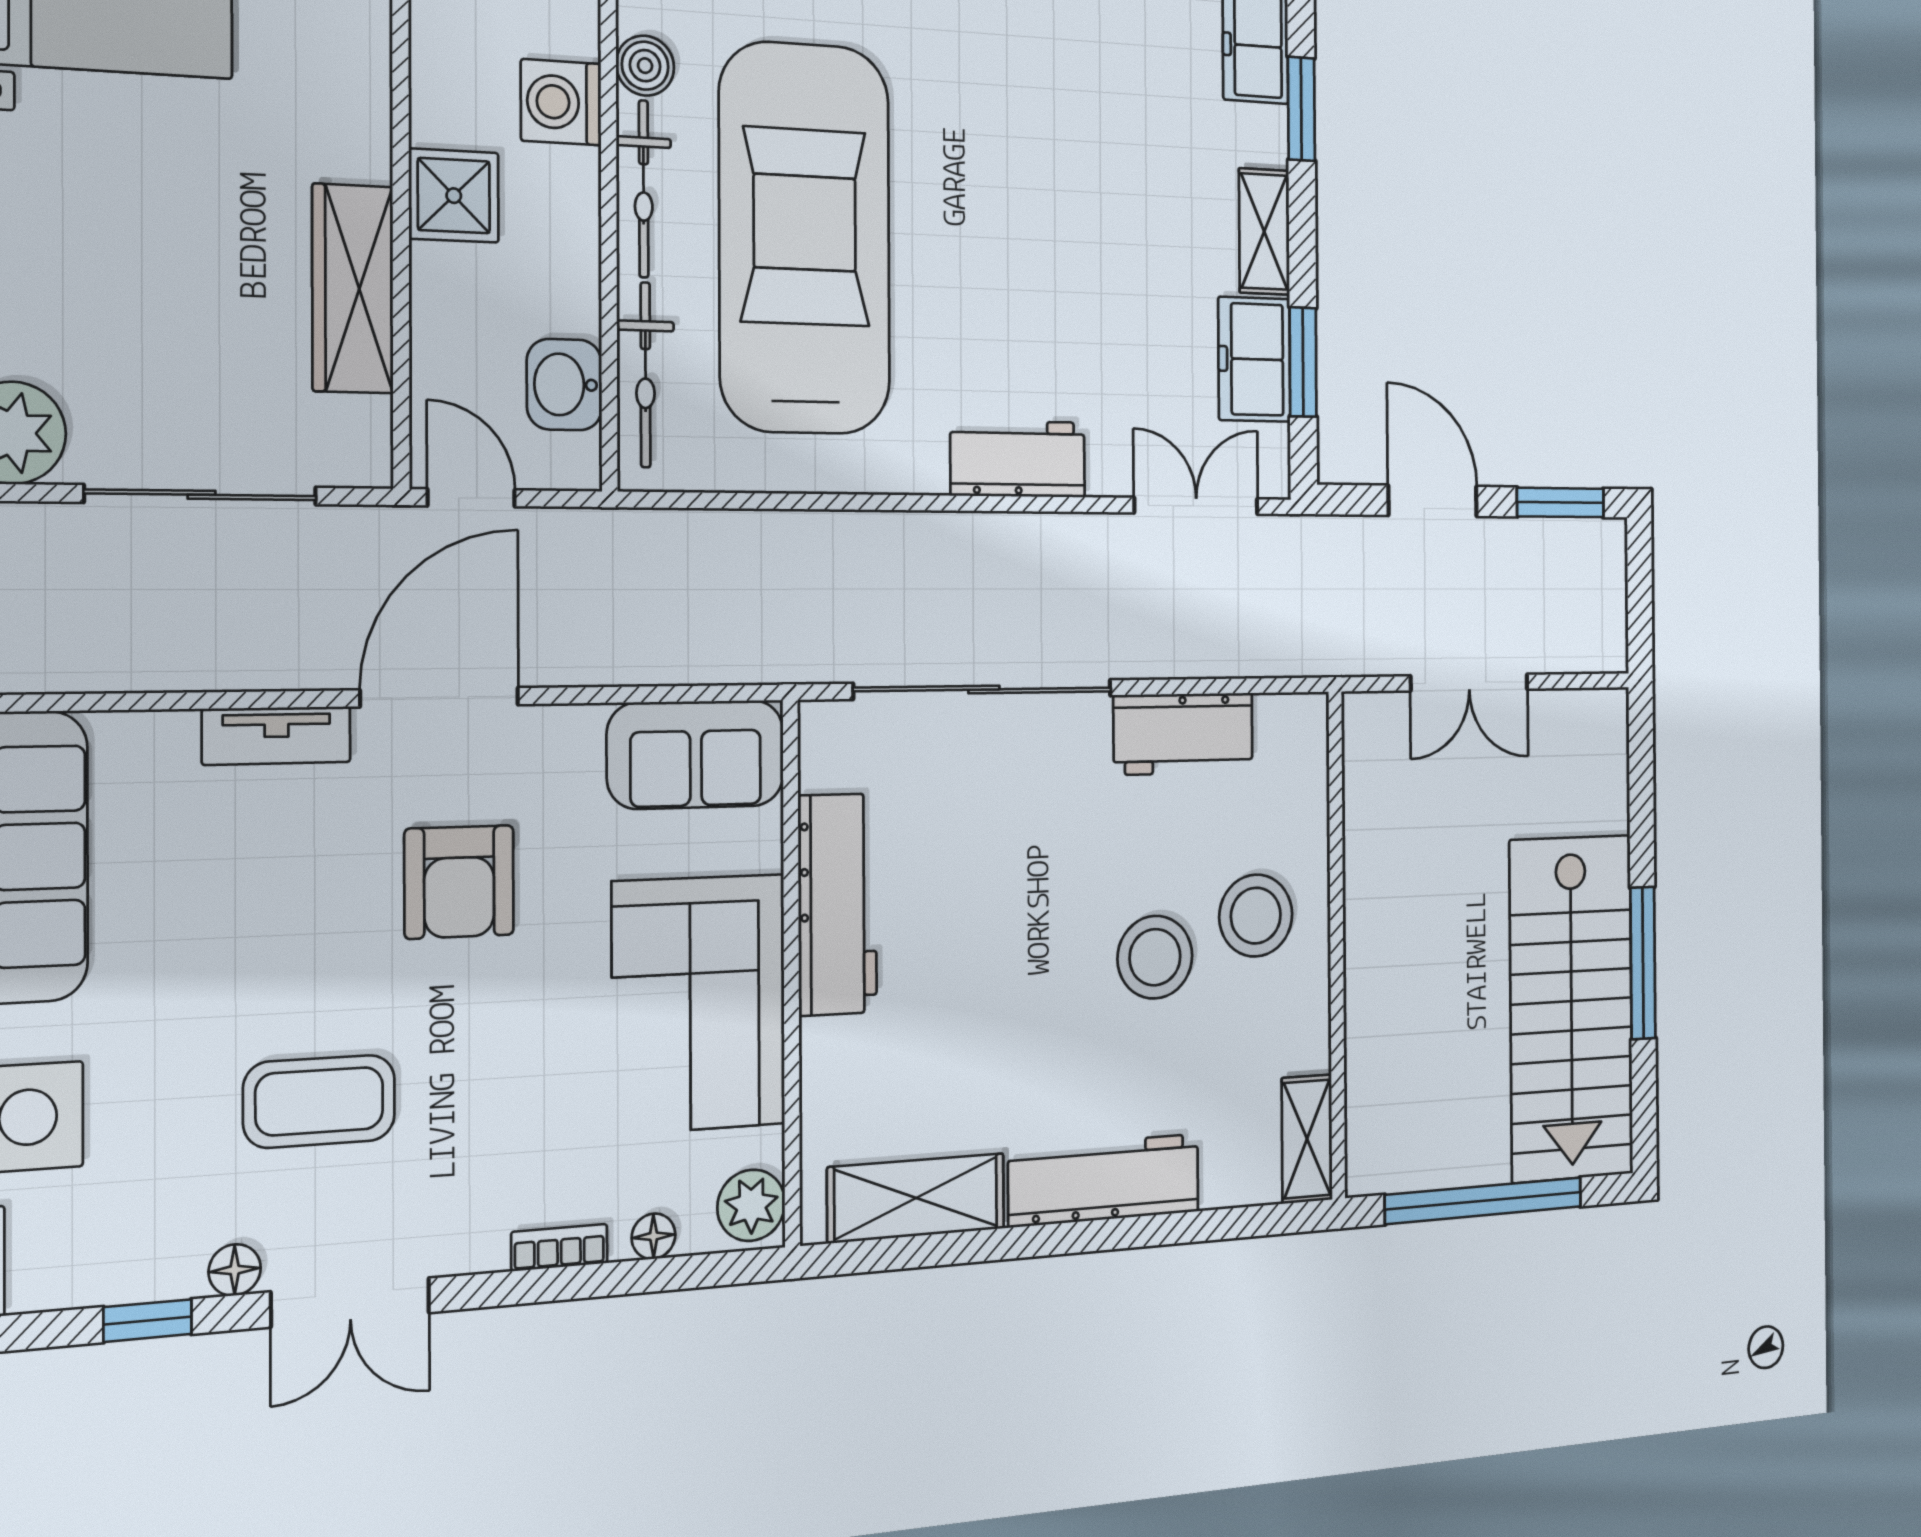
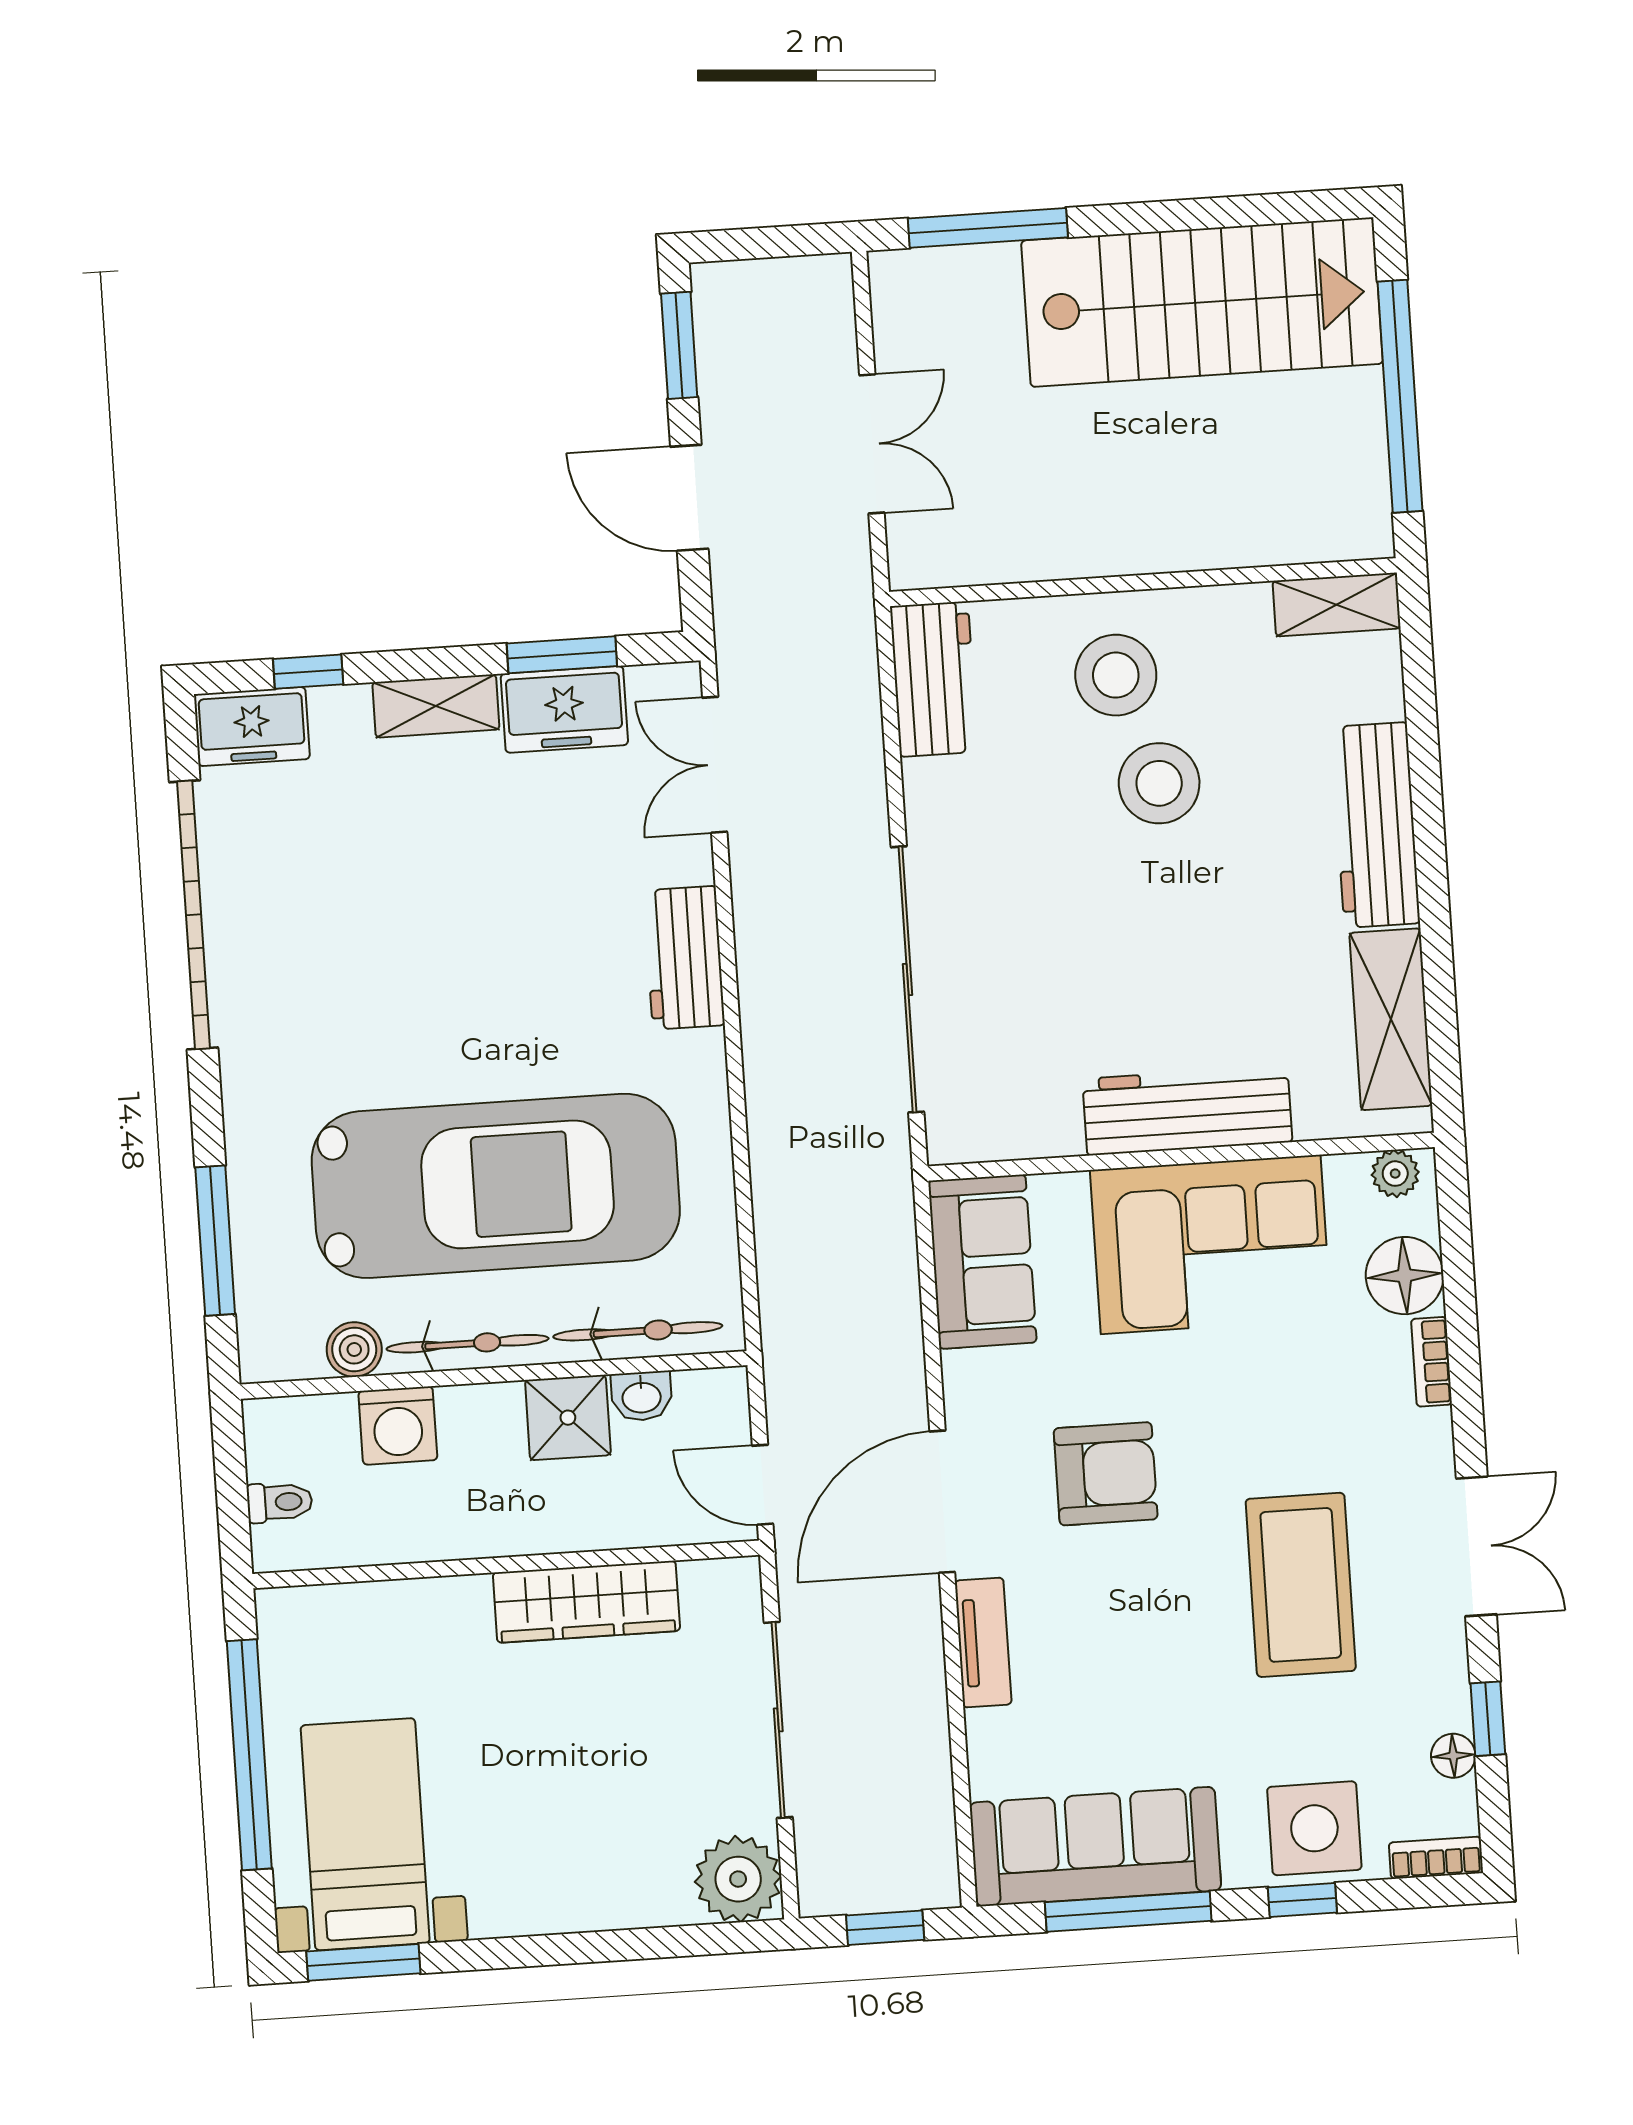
window: (1301, 109) -> (308, 672), width x0.67
shower: (454, 196) -> (568, 1418), moved
car: (805, 238) -> (496, 1186), turned 180
washbasin: (564, 385) -> (641, 1396), width x0.72, depth x0.69
door: (471, 498) -> (763, 1485), hinge flipped
door: (1433, 501) -> (689, 498), hinge flipped
door: (440, 697) -> (942, 1502), hinge flipped
workbench: (1183, 734) -> (934, 679), moved
workbench: (837, 904) -> (1187, 1110), moved
window: (1643, 963) -> (988, 228), moved
coffee table: (319, 1101) -> (1301, 1585), width x1.36, depth x1.32
plant: (751, 1205) -> (1395, 1174), width x0.73, depth x0.73
floor lamp: (654, 1236) -> (1405, 1276), width x1.89, depth x1.89
floor lamp: (235, 1270) -> (1453, 1756), moved

